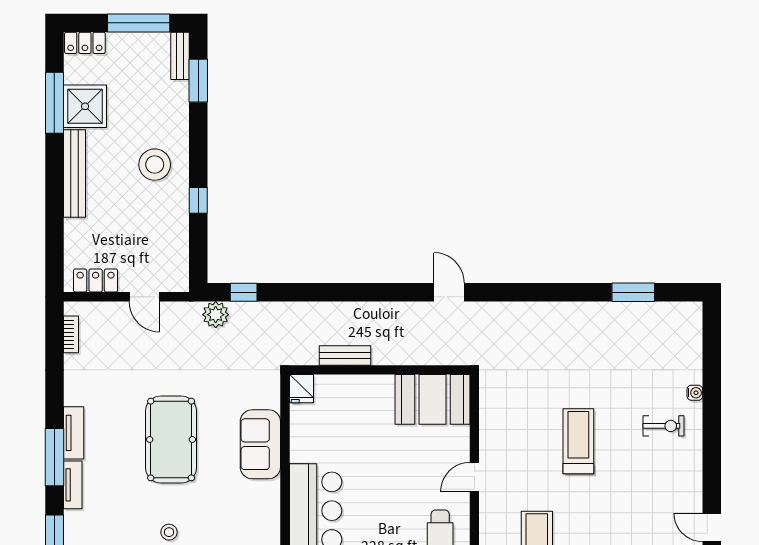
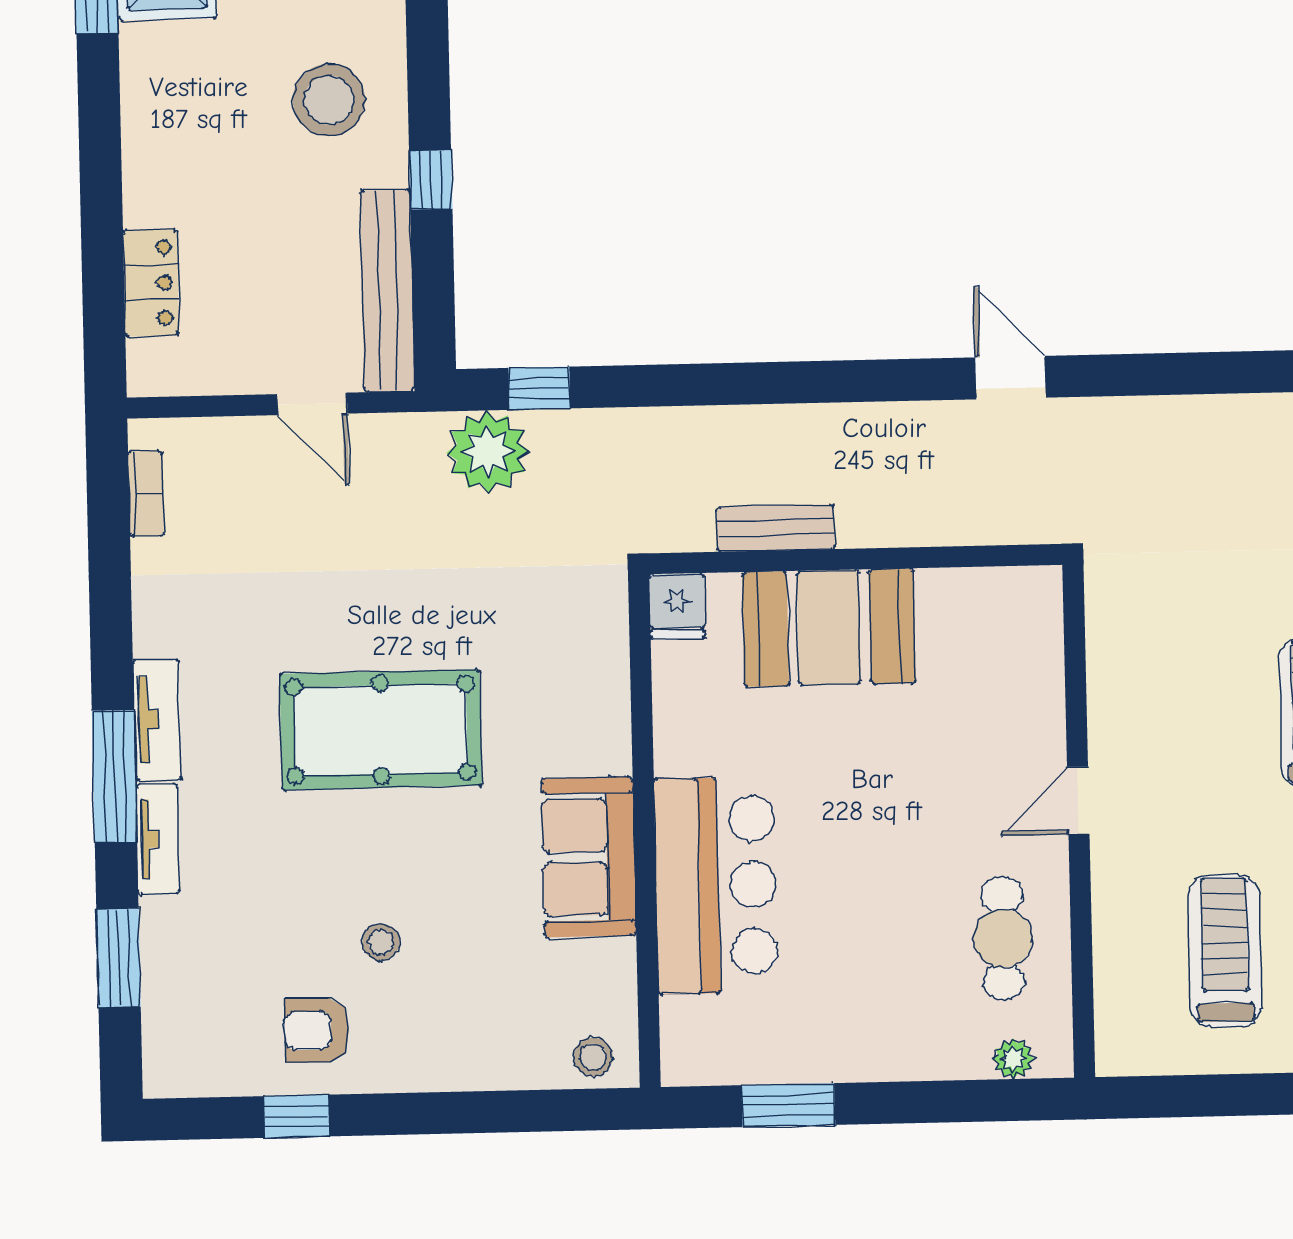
bench: (75, 173) -> (387, 291), moved
locker: (96, 281) -> (151, 283), moved, turned 90
plant: (216, 315) -> (488, 452), width x1.36, depth x1.36
booth: (432, 399) -> (829, 628), moved
pool table: (171, 439) -> (381, 730), turned 90
sofa: (260, 444) -> (589, 857), moved

